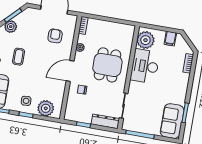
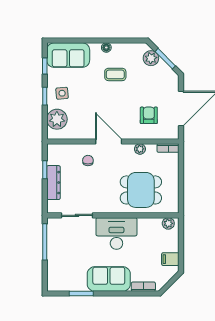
armchair: (55, 36) -> (149, 115), turned -90
plant: (145, 40) -> (168, 223), width x0.53, depth x0.53
dining table: (107, 65) -> (141, 190), moved
desk: (145, 66) -> (116, 233), moved
dresser: (105, 121) -> (53, 183), moved
sofa: (172, 121) -> (109, 279), moved

